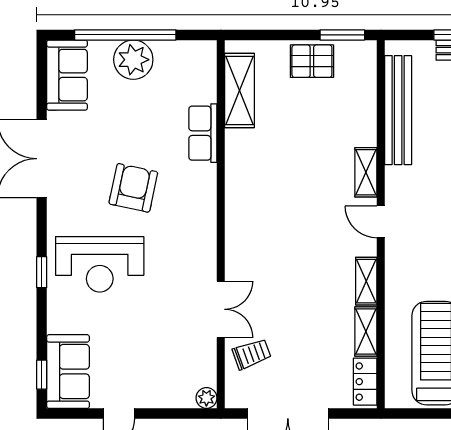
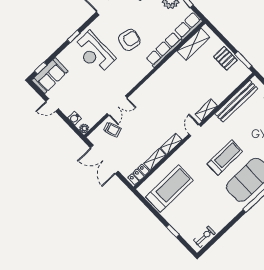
row of seats: (202, 71) -> (188, 26), added
row of seats: (203, 133) -> (164, 50), width x1.48
water cooler: (175, 397) -> (75, 118), added

